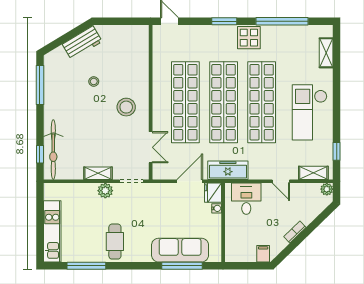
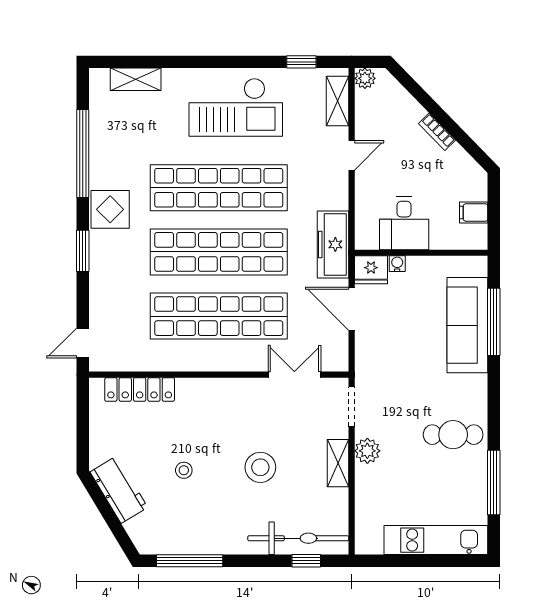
locker: (142, 55) -> (140, 389), added
stool: (126, 107) -> (260, 467), moved
desk: (246, 199) -> (404, 223), moved, turned -90
filing cabinet: (263, 254) -> (474, 212), moved

